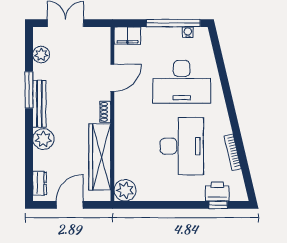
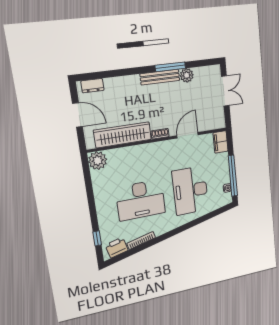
plant: (41, 54) -> (187, 75), moved
door: (112, 78) -> (188, 135), swing flipped
plant: (43, 139) -> (131, 84), removed
printer: (217, 191) -> (117, 248), moved, turned -103

